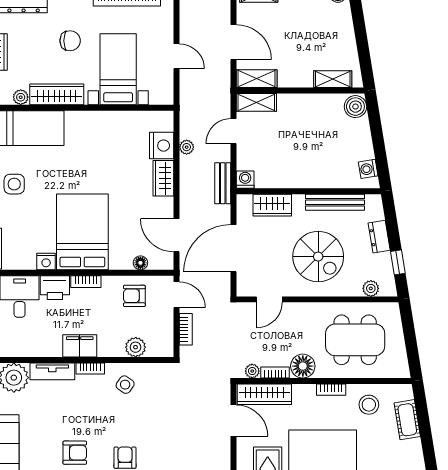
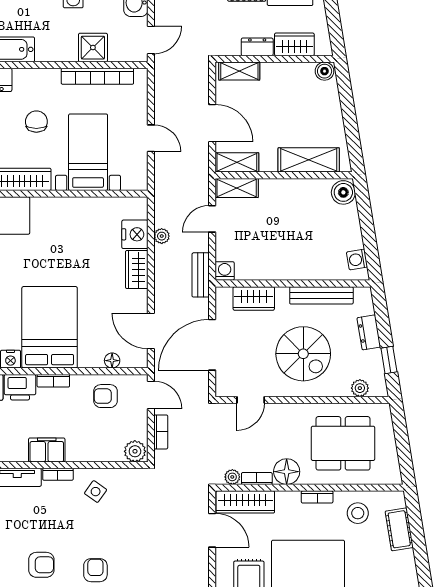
chair: (70, 41) -> (36, 122), turned -90
shelving: (333, 79) -> (309, 160), width x1.50, depth x1.33
plant: (136, 347) -> (135, 451), moved

